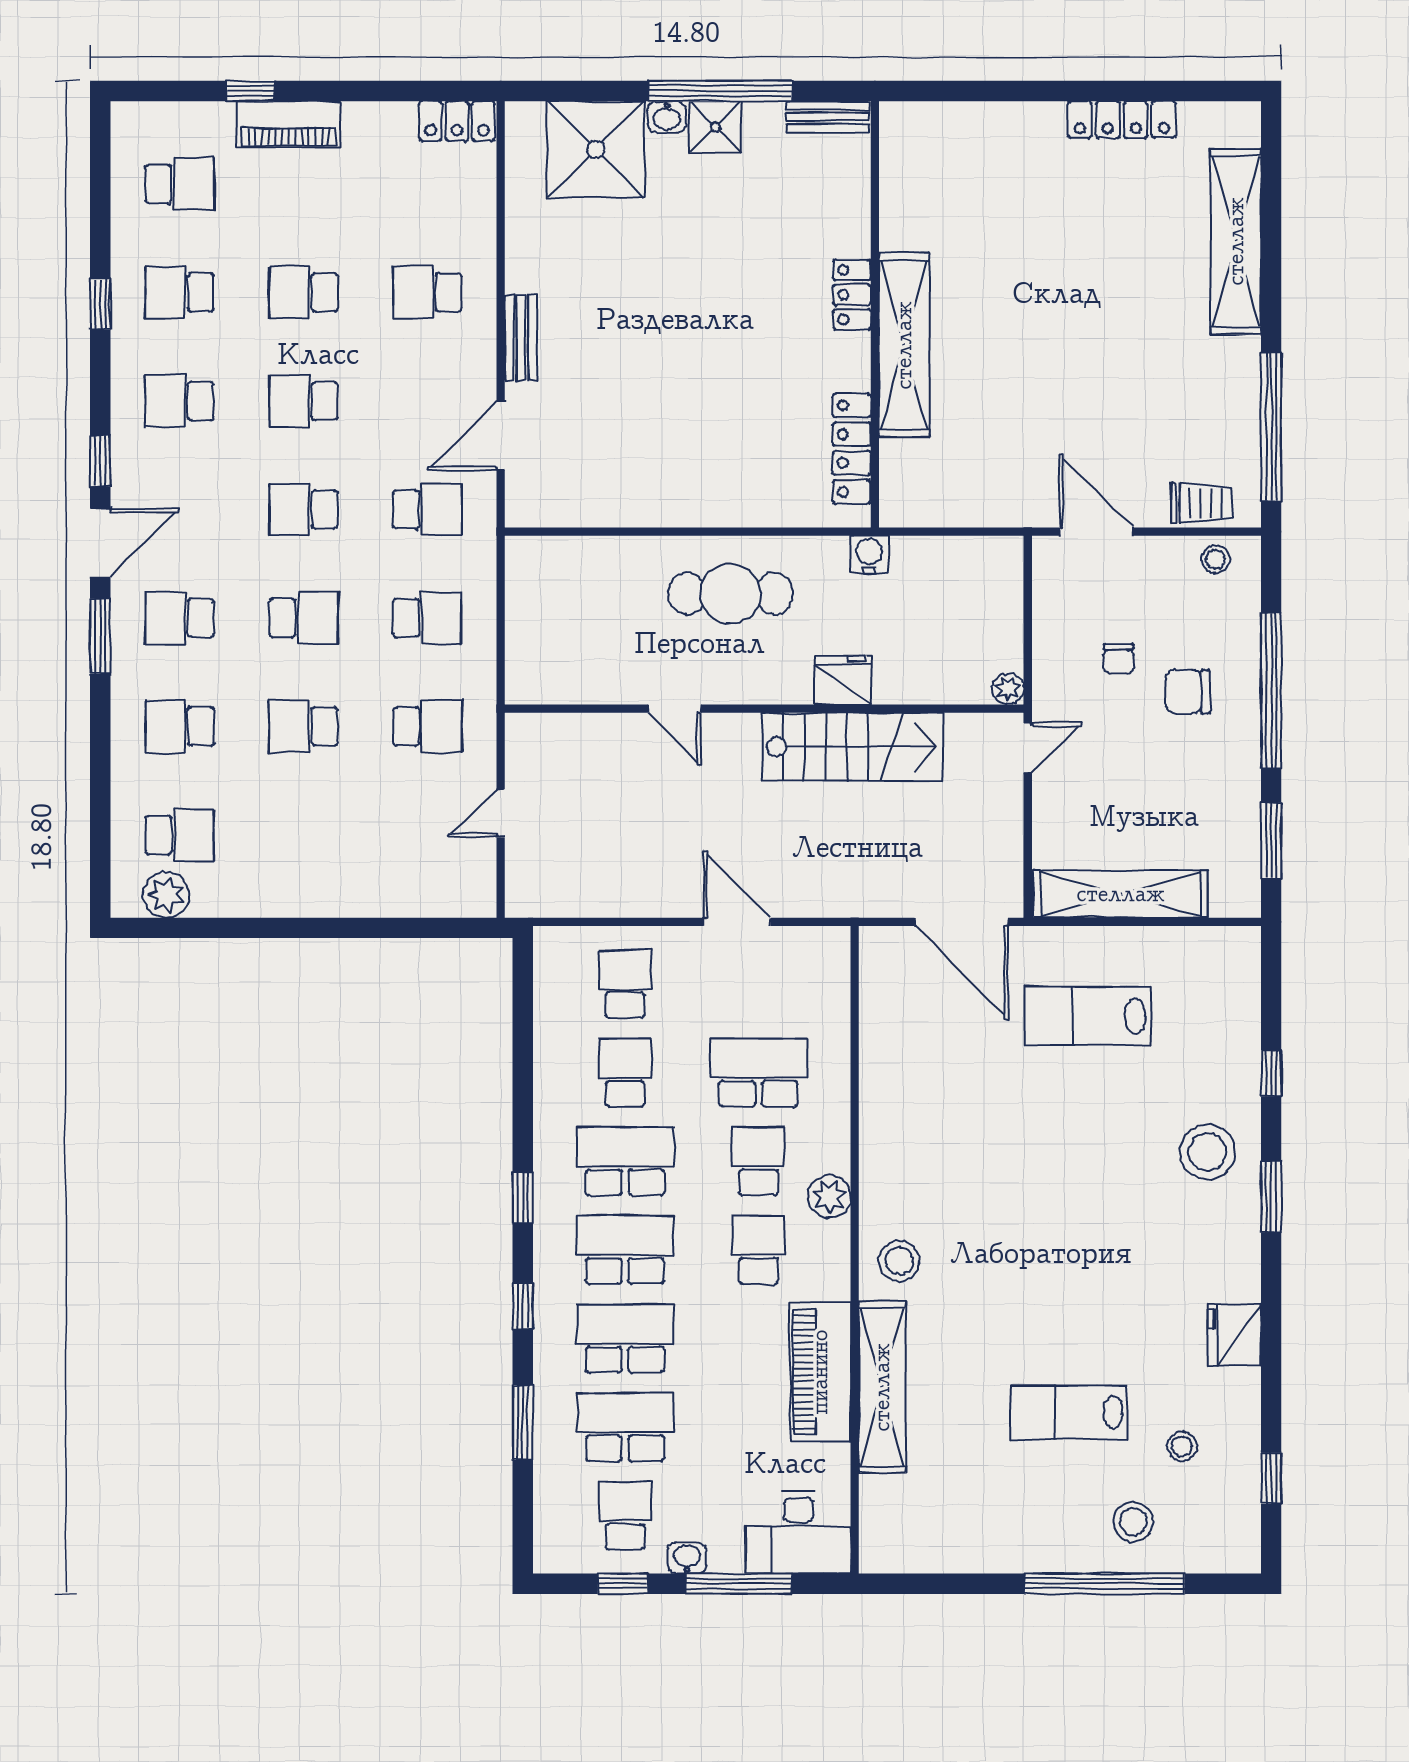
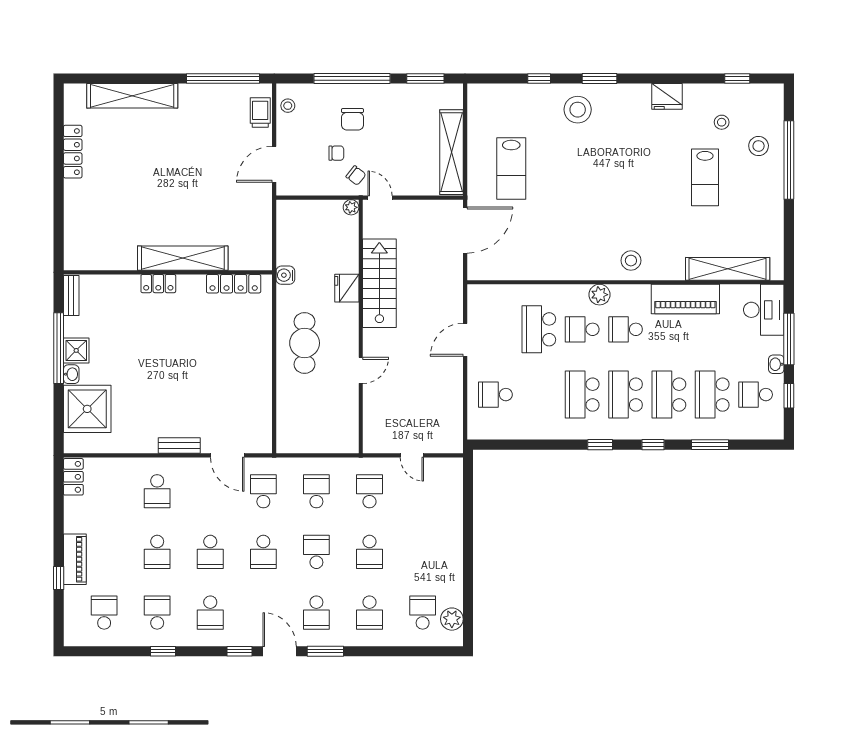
school desk: (180, 292) -> (157, 613), turned 180
chair: (1073, 699) -> (356, 175), added
school desk: (625, 1073) -> (539, 395), removed
shelving: (882, 1387) -> (728, 269), moved

